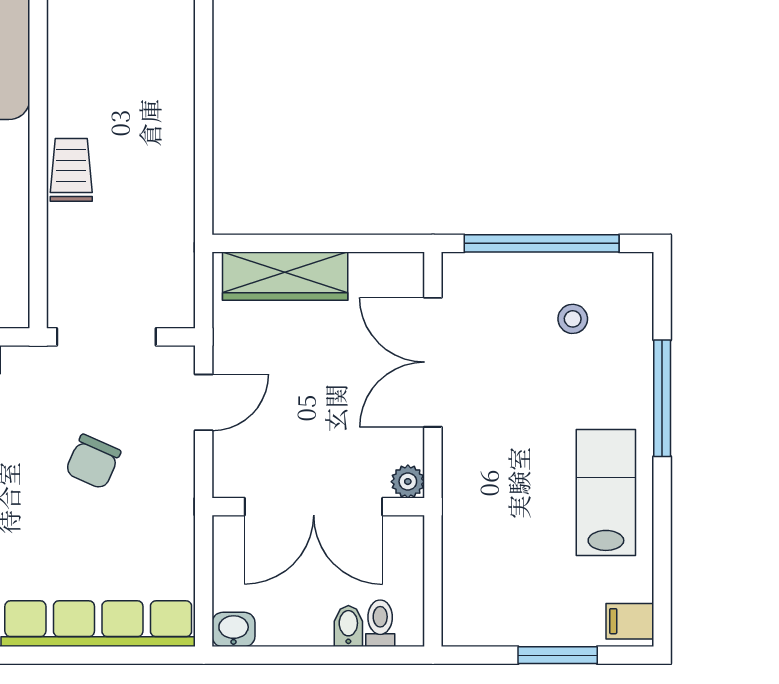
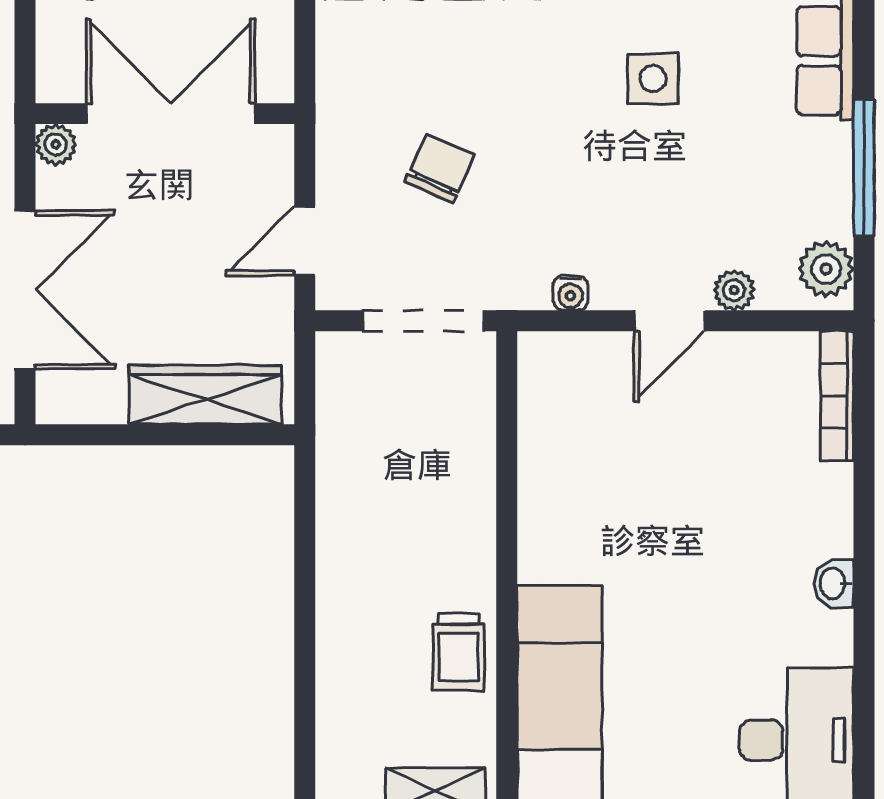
trolley: (71, 170) -> (459, 652), moved

